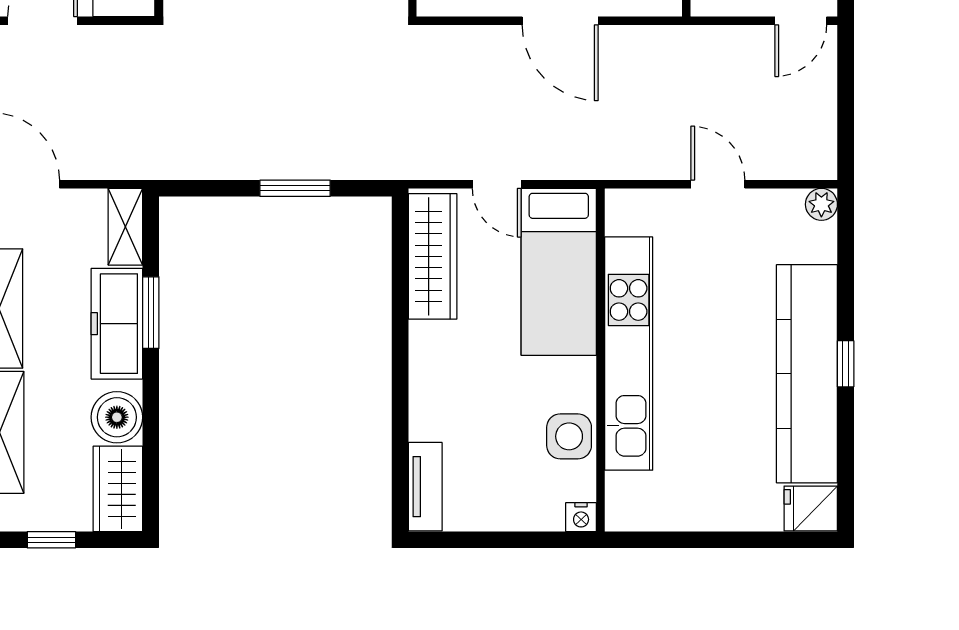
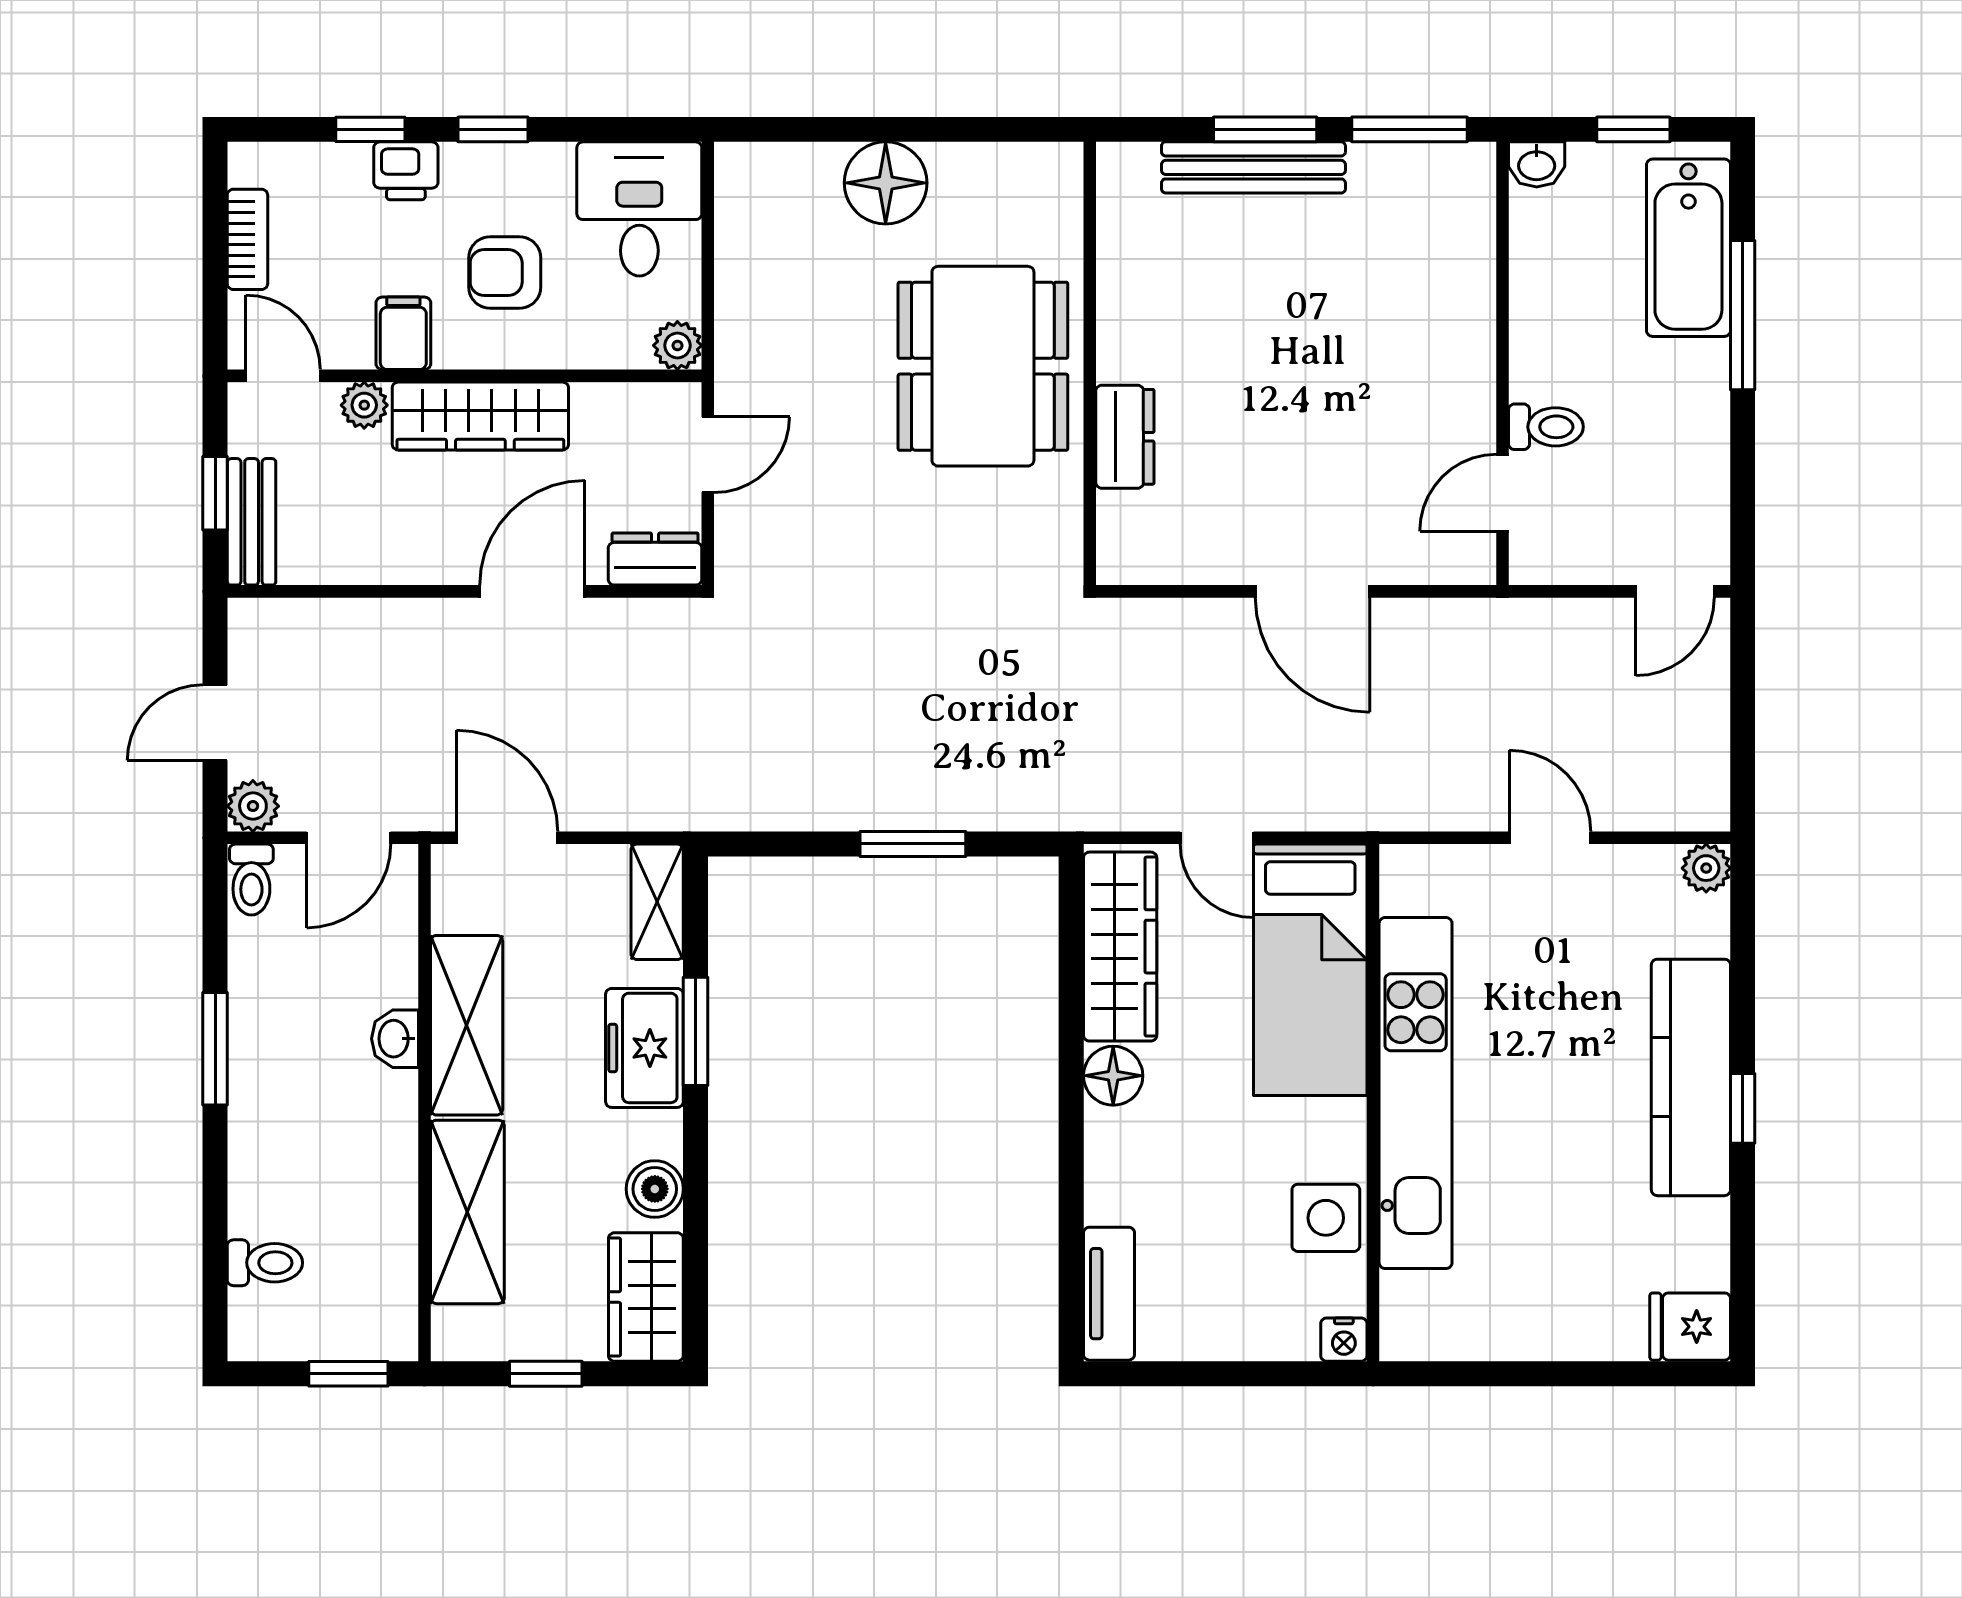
freezer: (117, 324) -> (644, 1048), width x0.71
floor lamp: (428, 342) -> (1113, 1076), added
kitchen counter: (807, 374) -> (1691, 1077), width x0.72, depth x0.86
boiler: (117, 417) -> (655, 1189), width x0.73, depth x0.73

